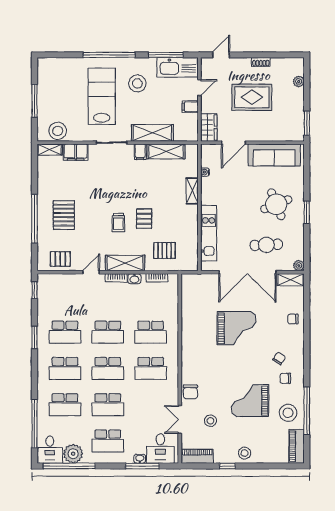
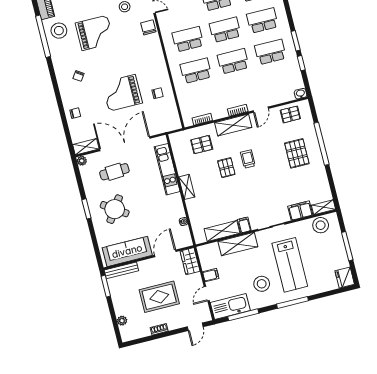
window: (109, 55) -> (292, 302), width x0.68
fridge: (46, 68) -> (345, 278), added
bench: (286, 136) -> (121, 270), added
shelving: (192, 191) -> (187, 187), moved
round table: (276, 204) -> (115, 209), turned -34
washbasin: (134, 279) -> (301, 94), moved
window: (34, 290) -> (301, 63), moved
chair: (285, 378) -> (157, 93), moved

